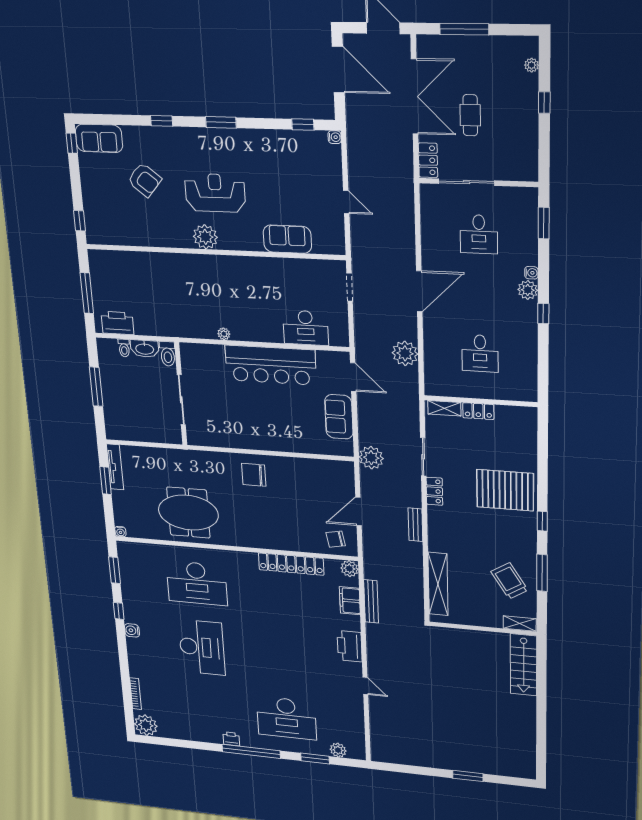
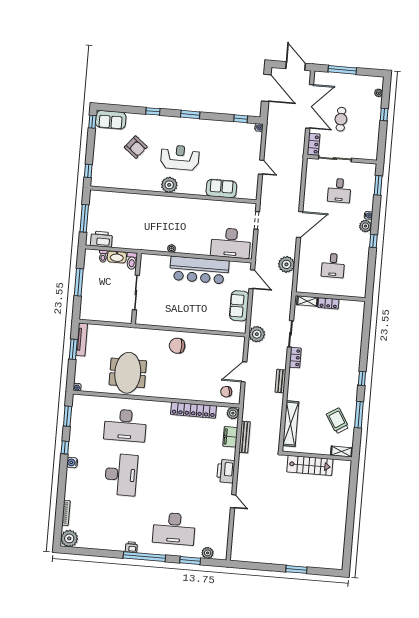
desk: (306, 328) -> (231, 243), width x1.36, depth x1.30
pallet: (505, 490) -> (340, 357), removed
meeting table: (188, 513) -> (128, 373), turned 90
stairs: (524, 665) -> (310, 465), moved, turned -90

